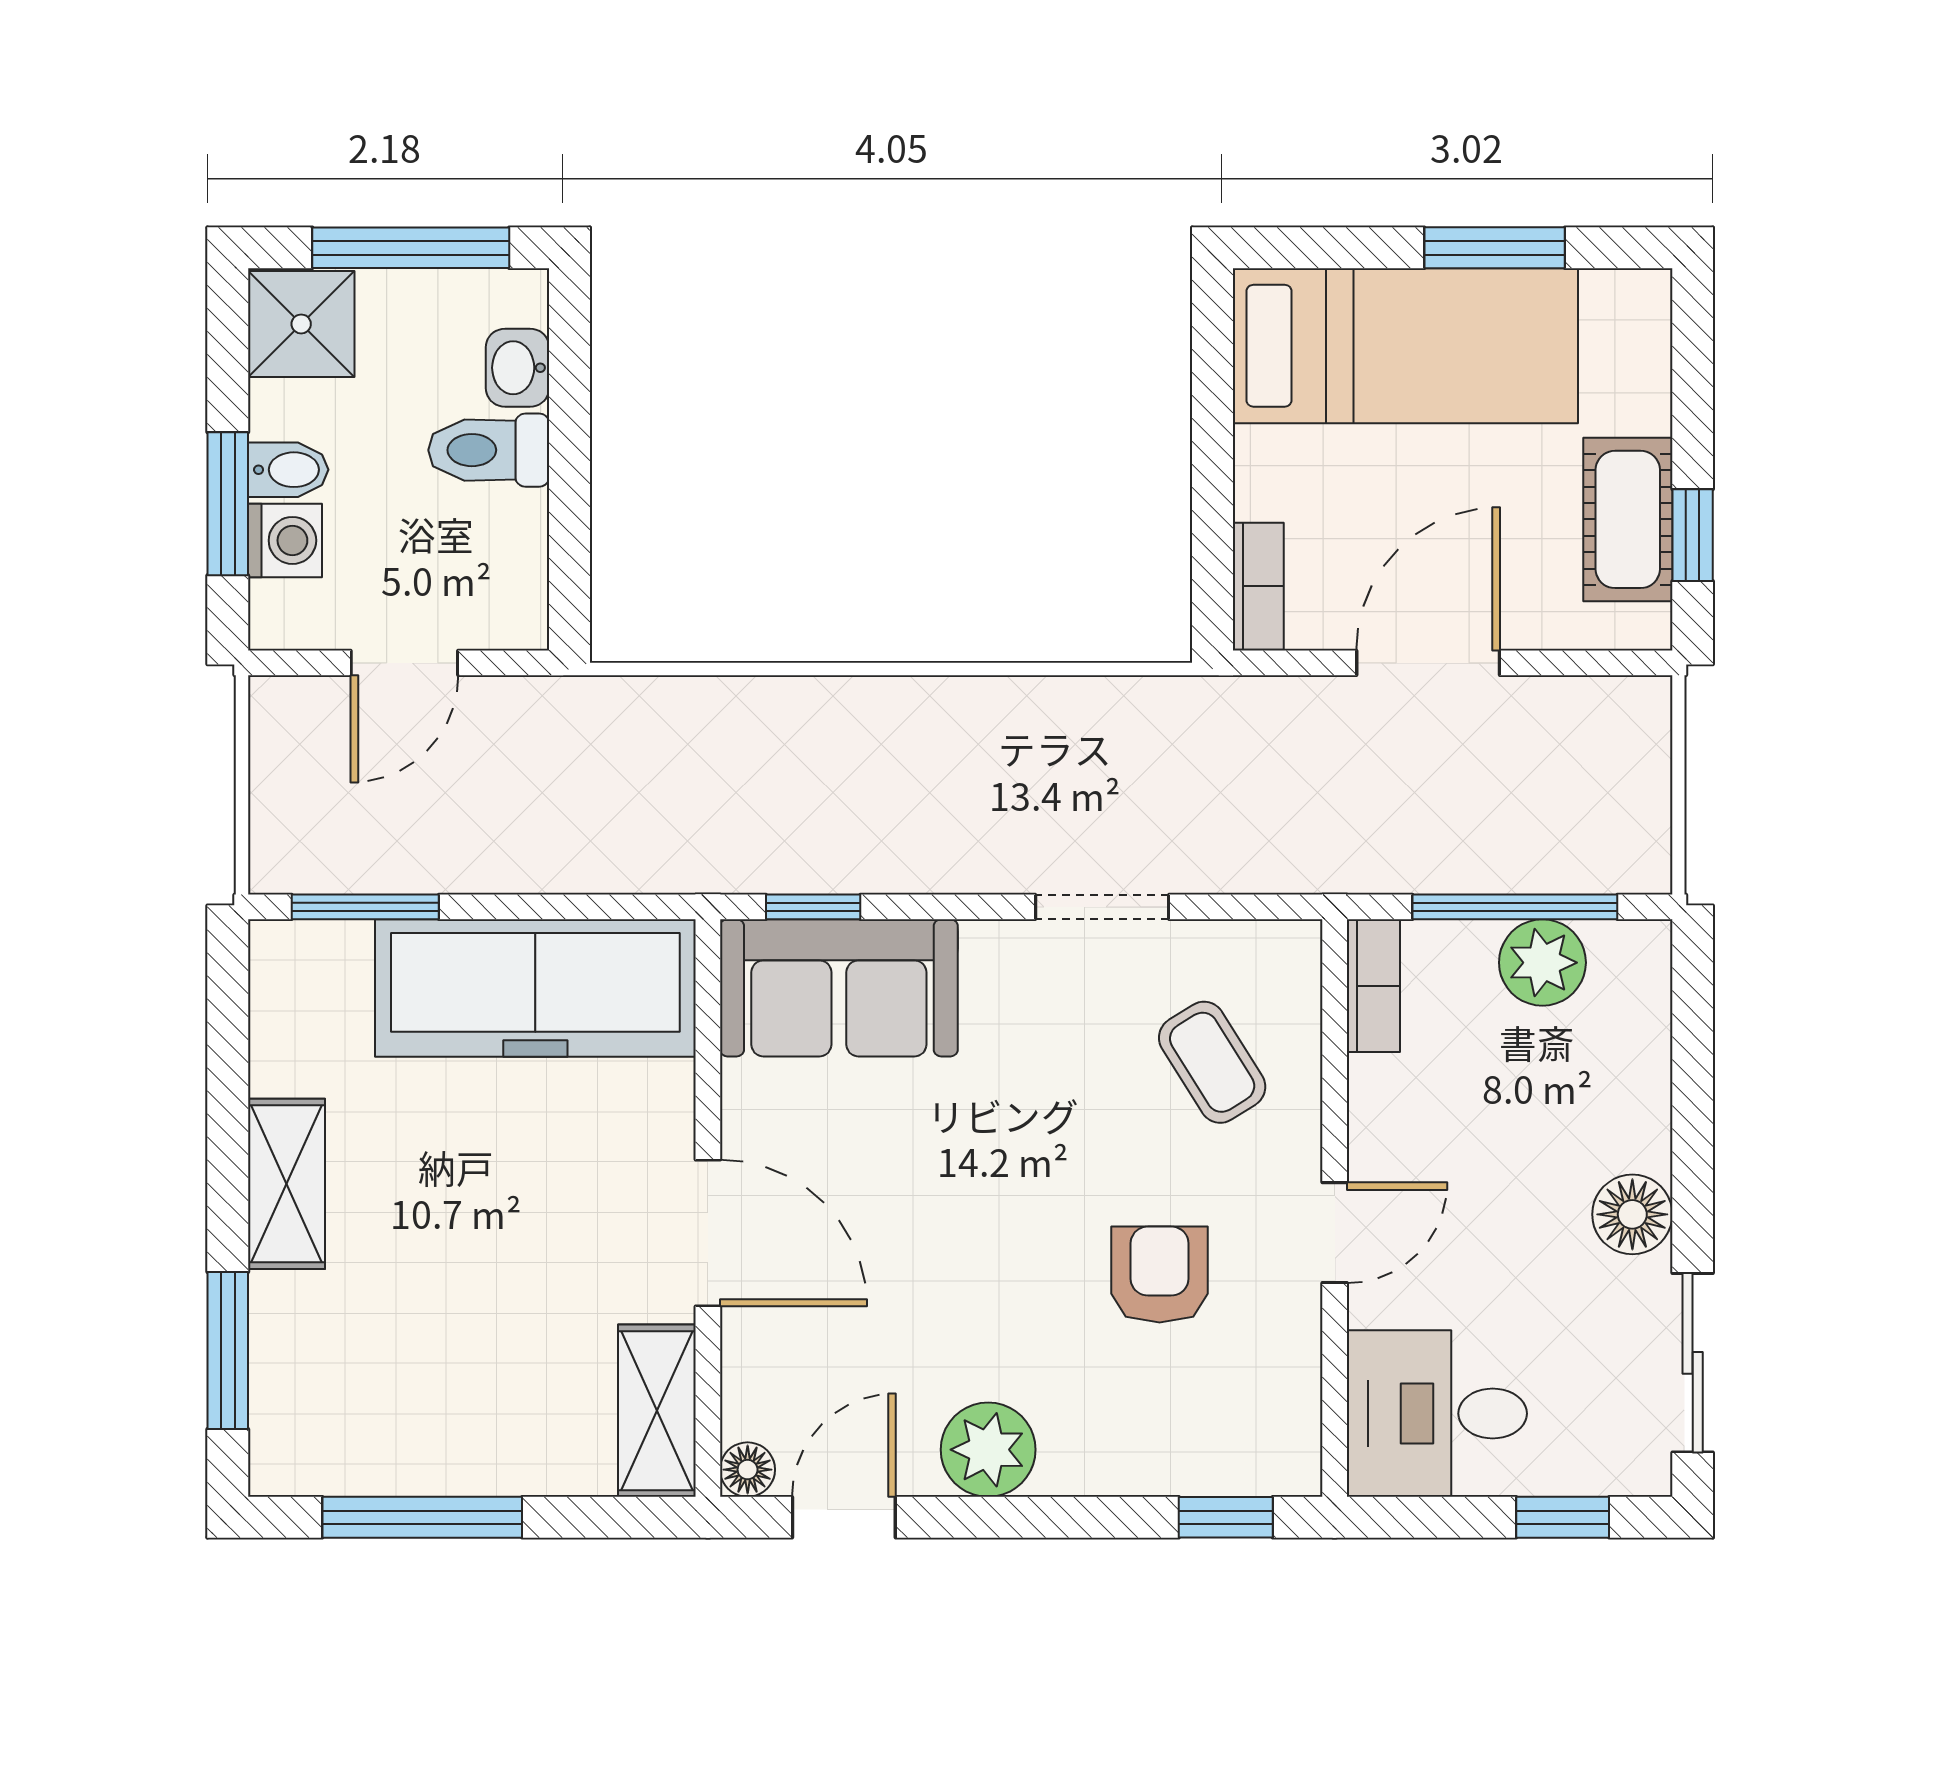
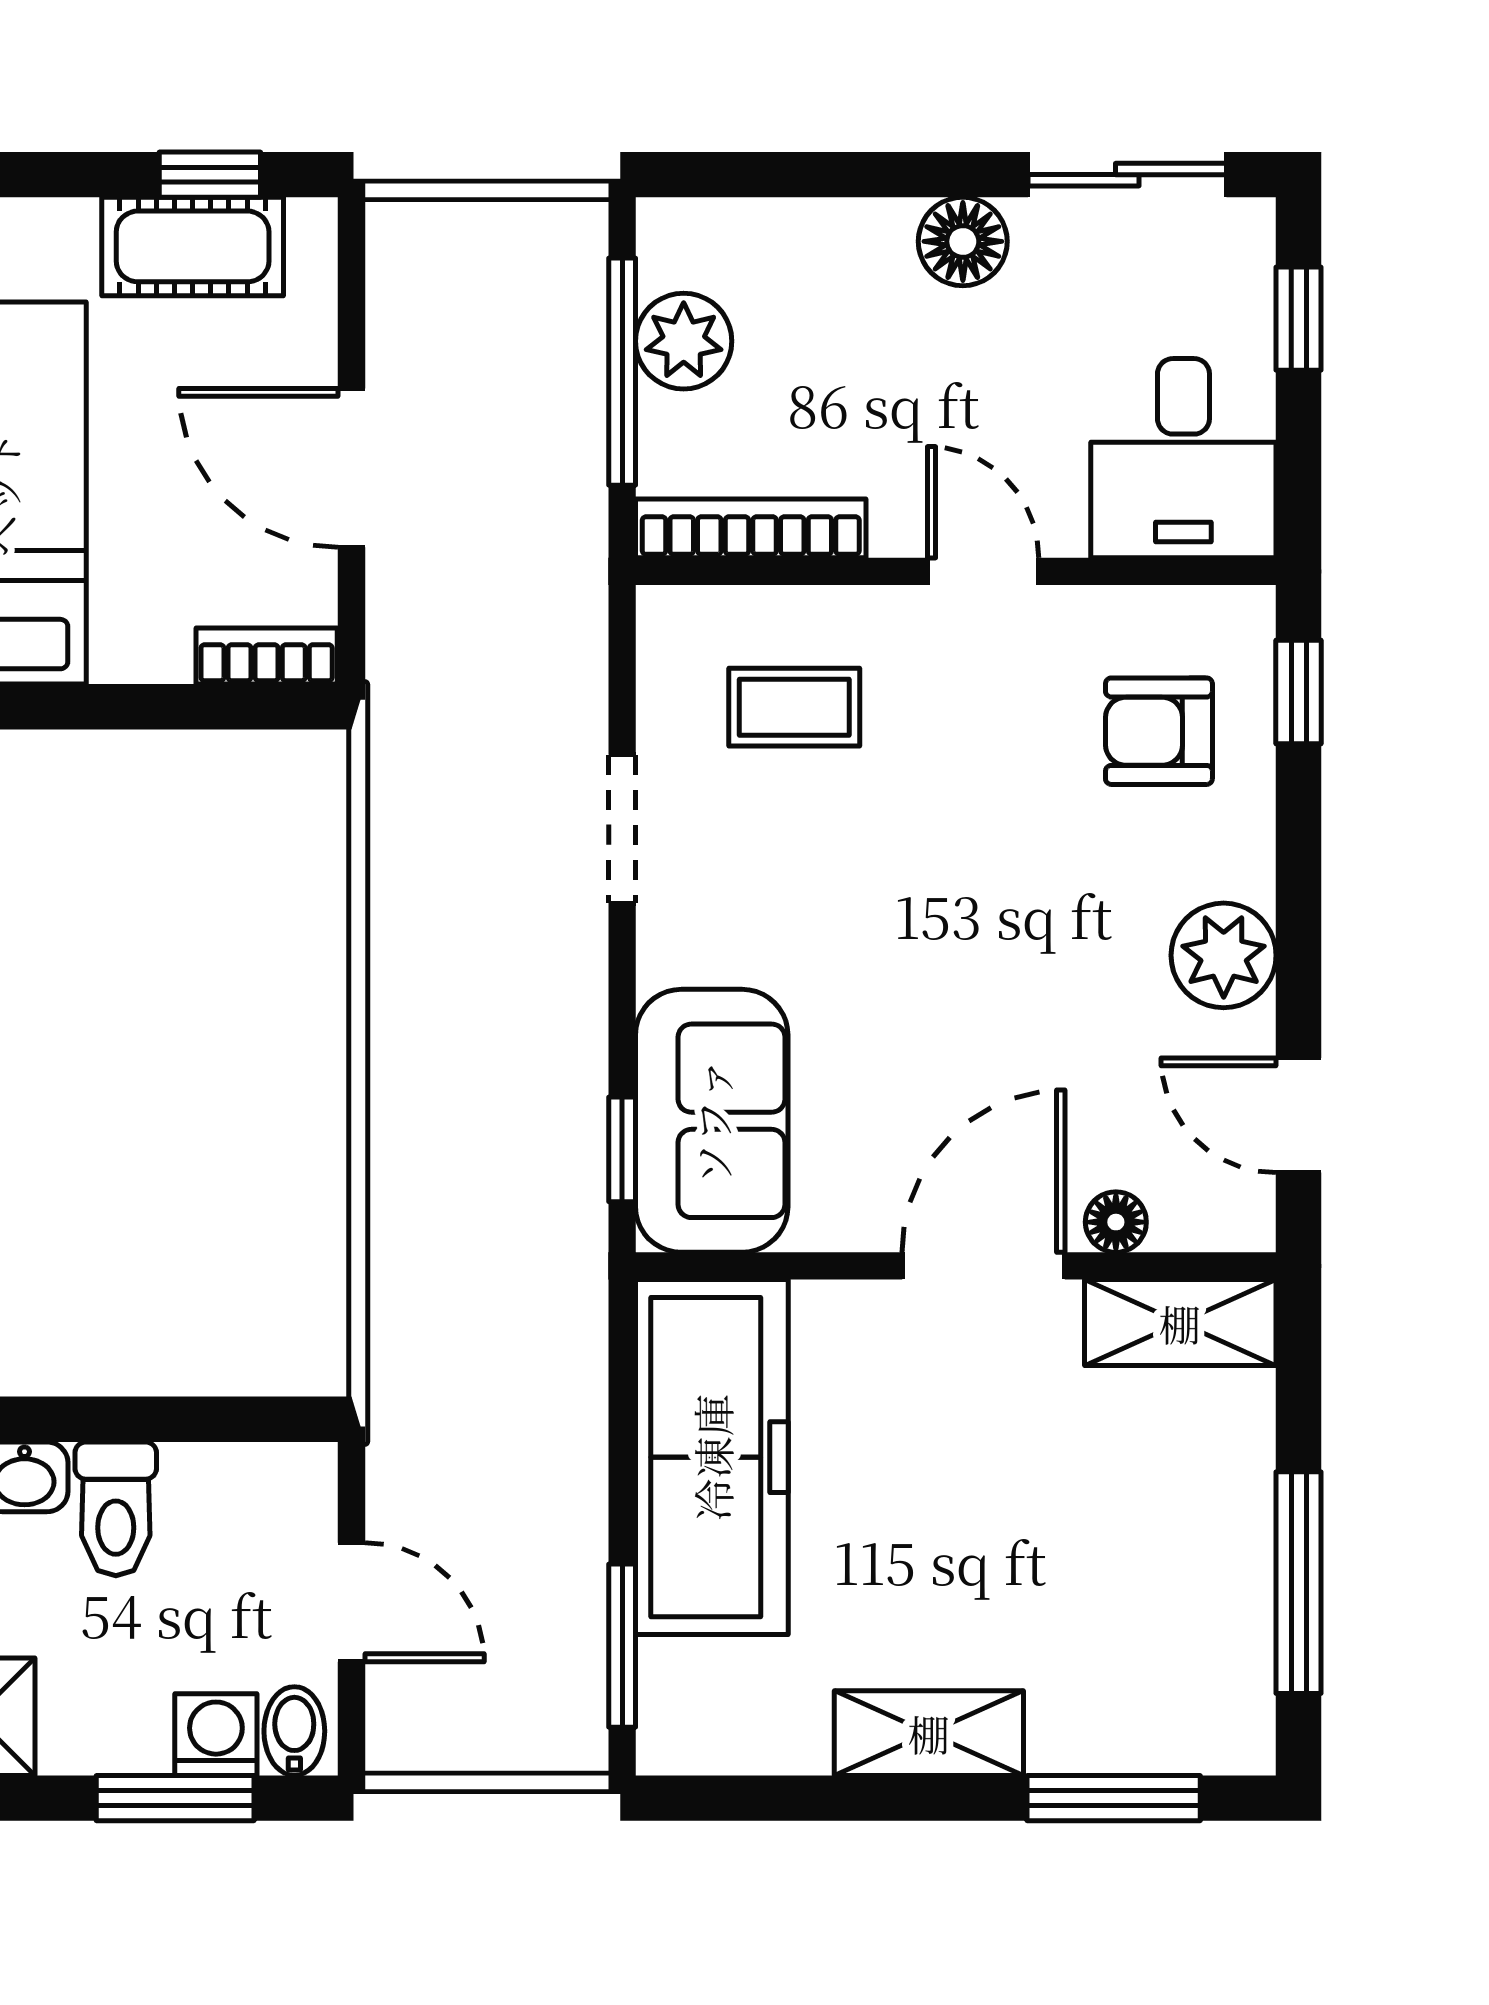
bidet: (288, 470) -> (294, 1731), moved
bookcase: (1373, 986) -> (751, 528), width x1.56
coffee table: (1212, 1062) -> (794, 707), turned 32
armchair: (1160, 1275) -> (1159, 731), moved
floor lamp: (748, 1470) -> (1116, 1222), moved

